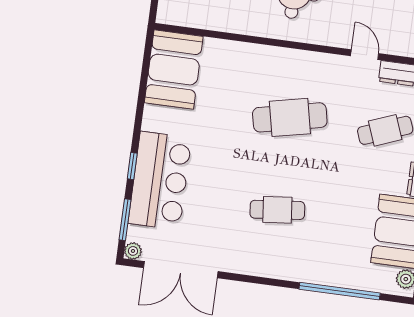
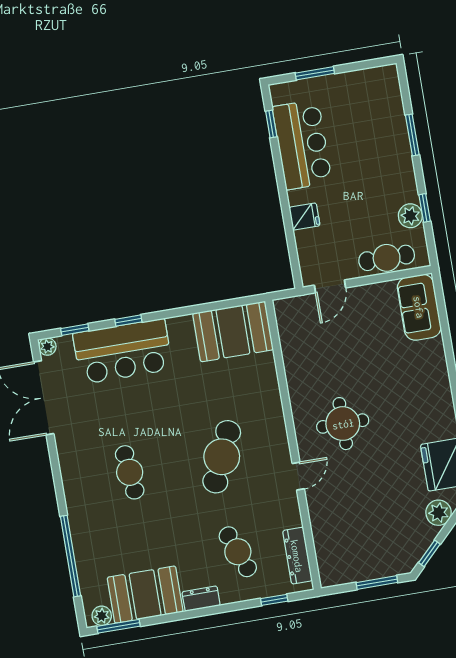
door: (365, 55) -> (298, 476), moved
cafe table: (290, 117) -> (222, 457), turned 36
window: (125, 220) -> (75, 330), width x0.67

